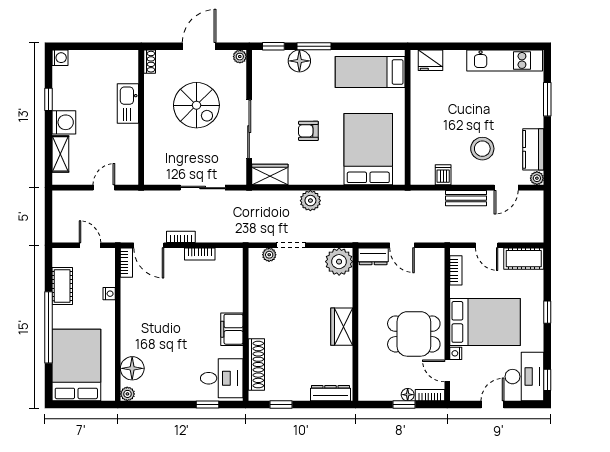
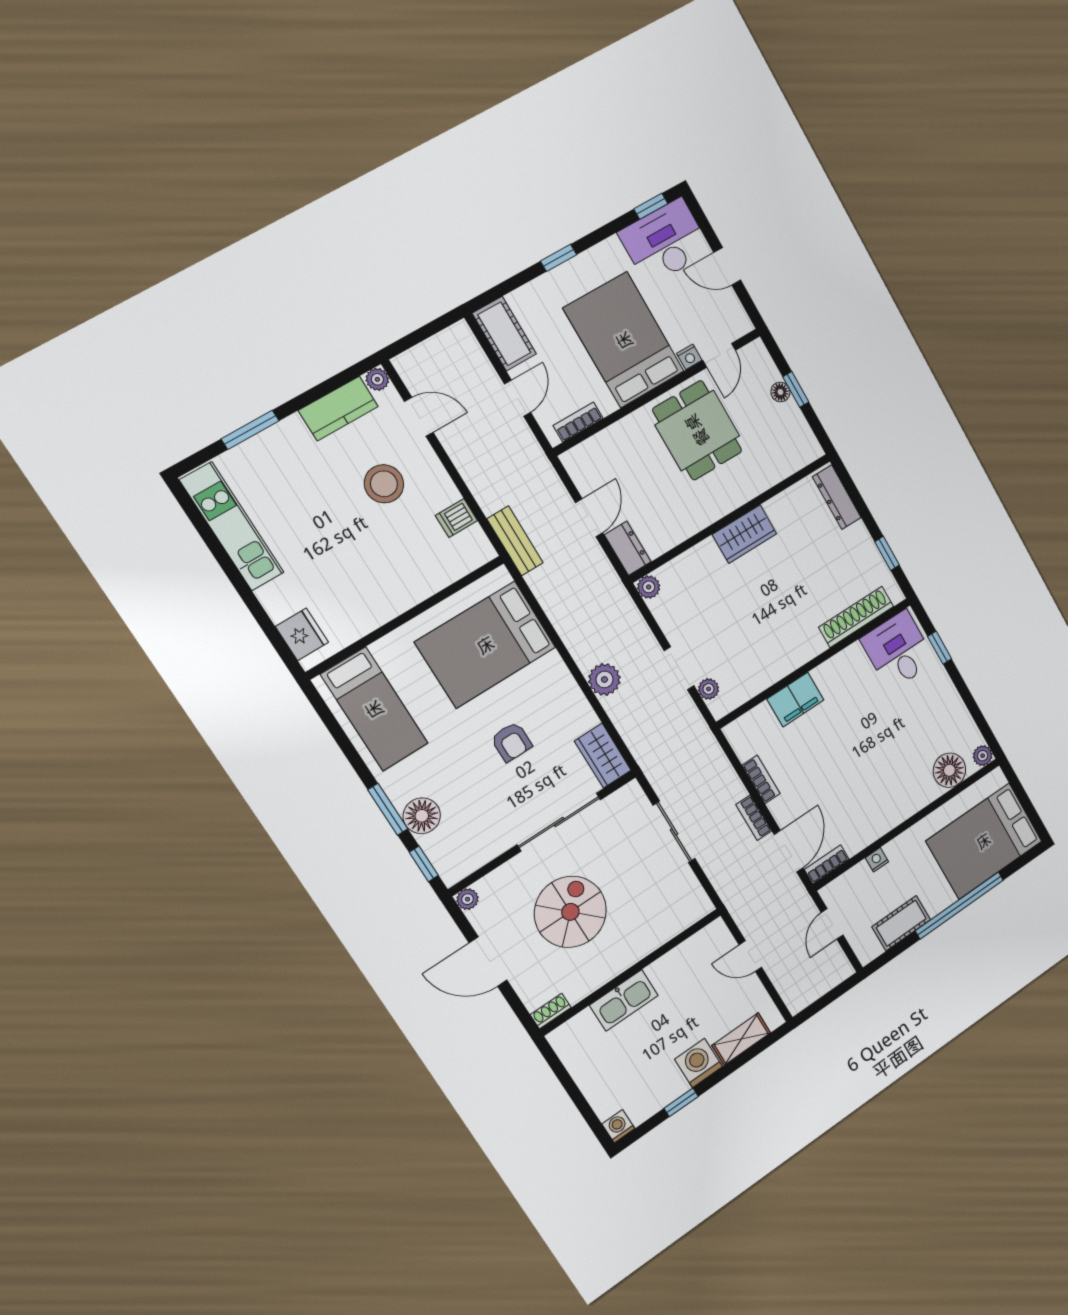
bench: (466, 198) -> (515, 541), moved
plant: (339, 262) -> (649, 587), width x0.53, depth x0.53
filing cabinet: (232, 329) -> (795, 699), moved
bookcase: (430, 395) -> (764, 361), removed

